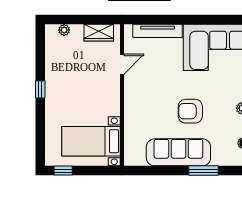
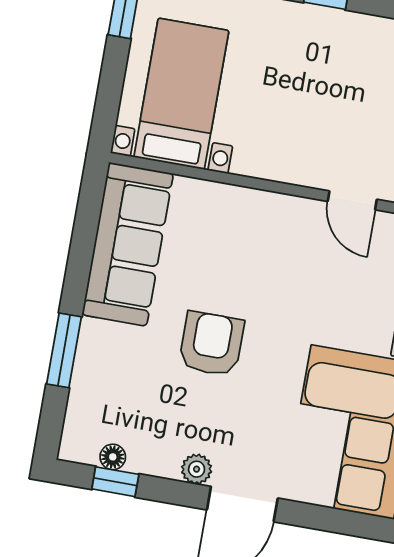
sofa: (178, 152) -> (128, 244), moved

